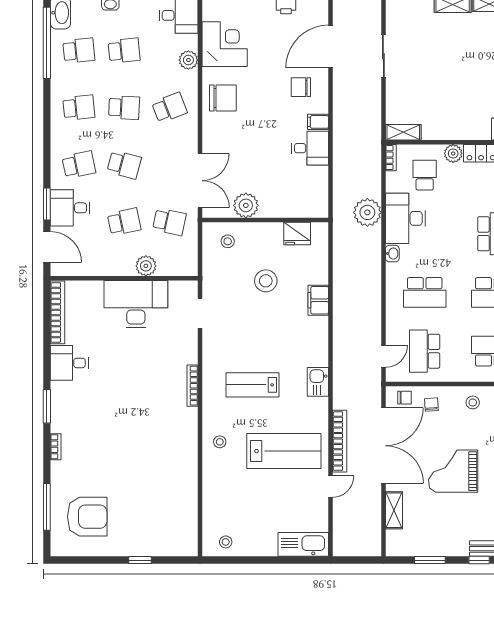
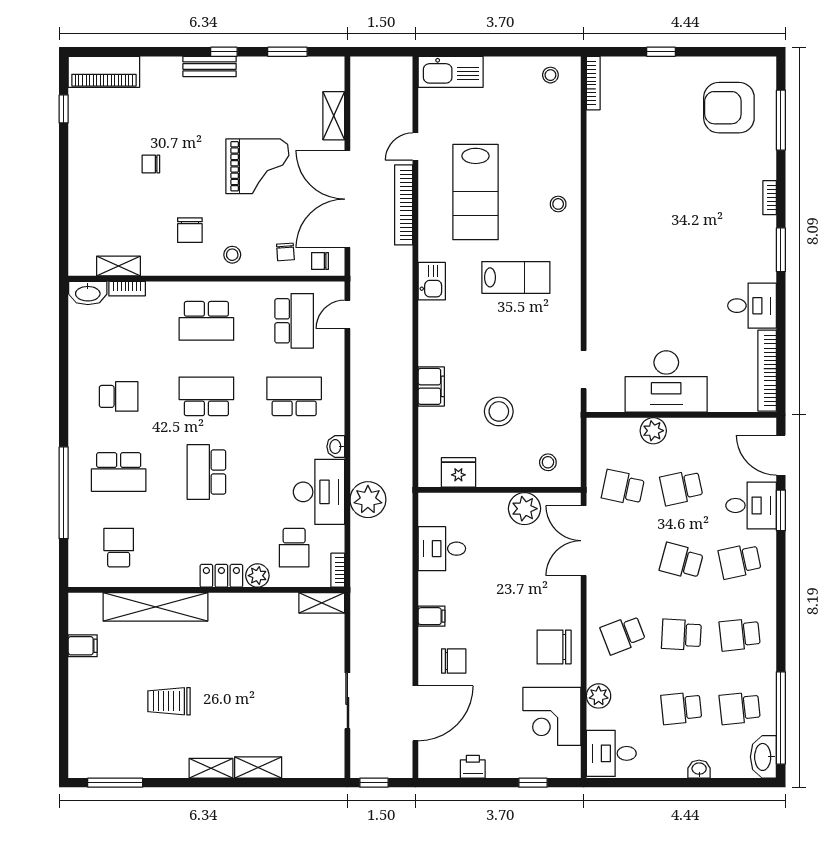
desk: (310, 148) -> (442, 549), moved
bookcase: (193, 386) -> (593, 83), moved
lab bench: (284, 451) -> (476, 192), turned -90

